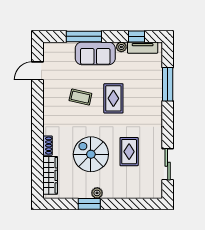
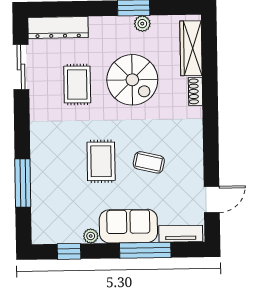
tv unit: (143, 48) -> (181, 234), moved
dresser: (142, 191) -> (58, 27), added
plant: (97, 193) -> (142, 24), moved

